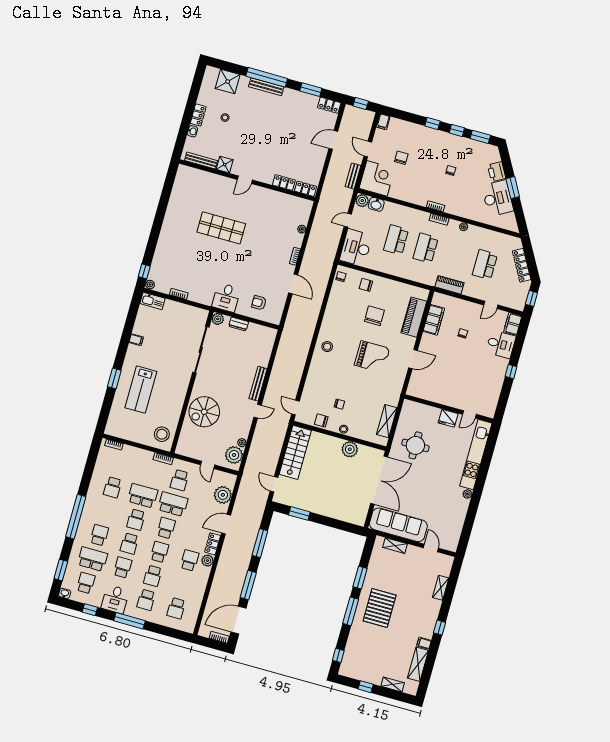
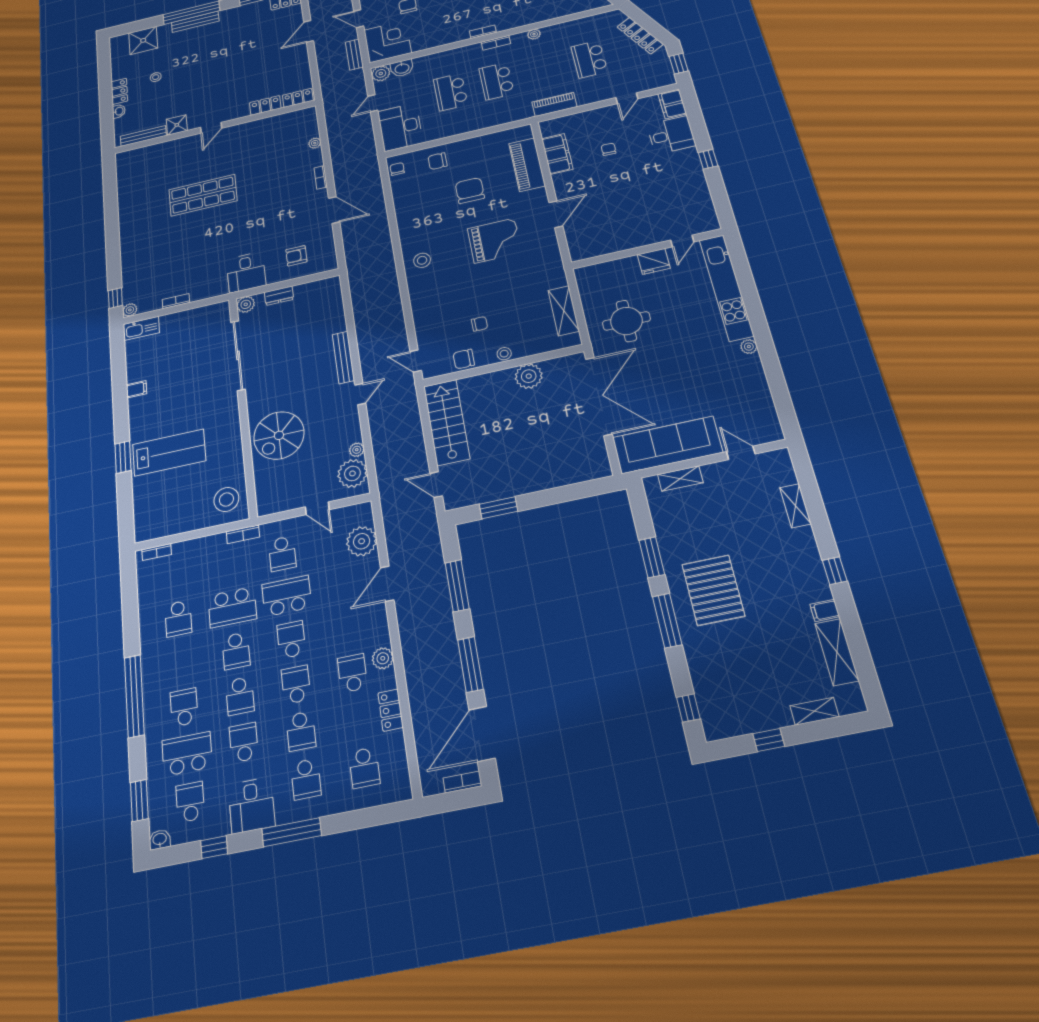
lab bench: (141, 390) -> (169, 453), turned -90
school desk: (143, 496) -> (232, 607), turned 180
locker: (213, 544) -> (391, 710), moved

